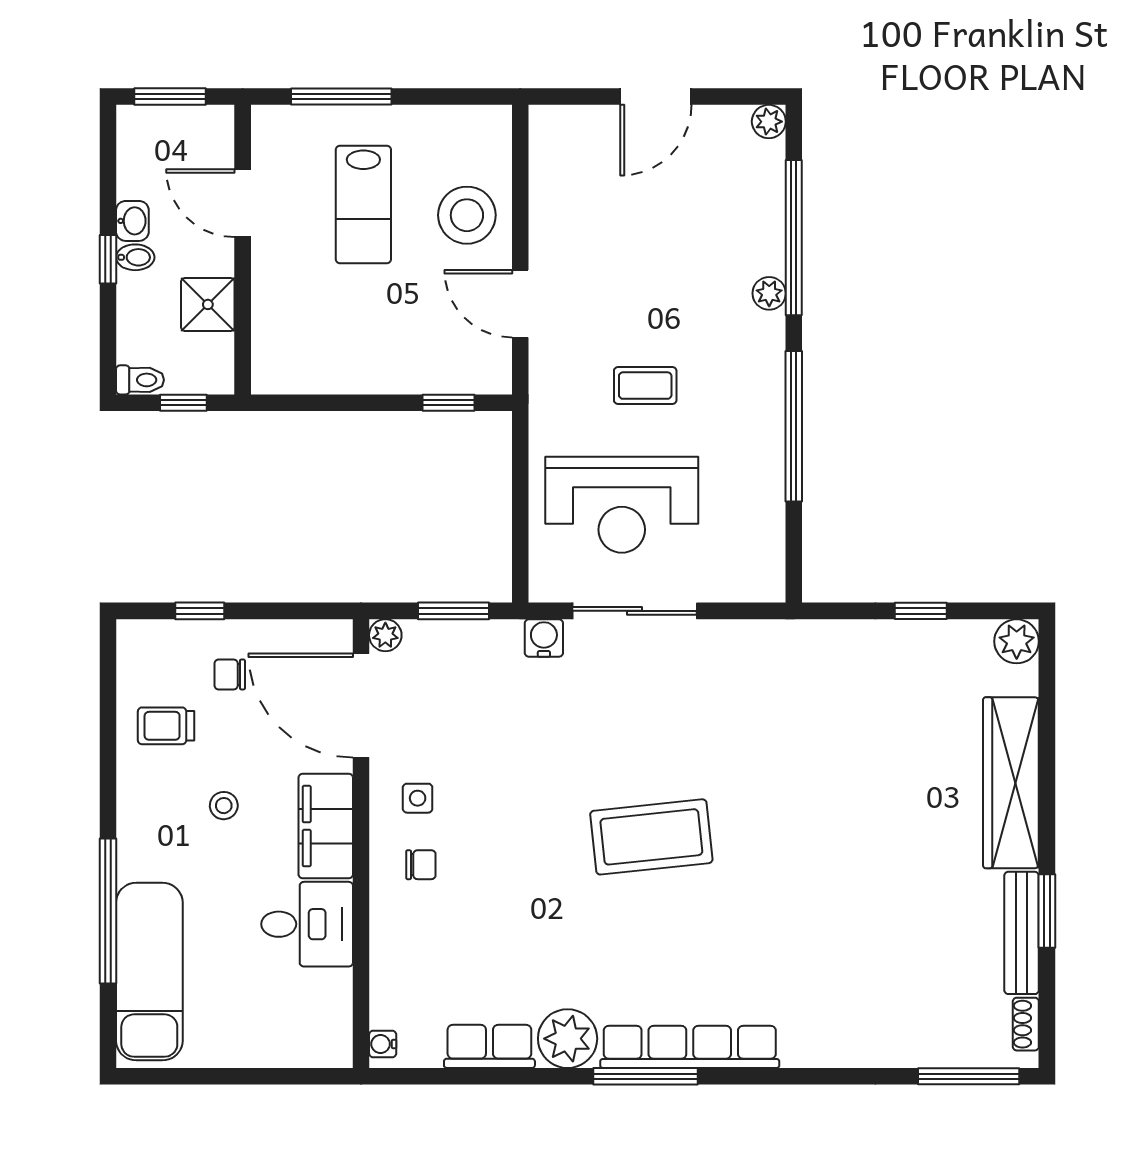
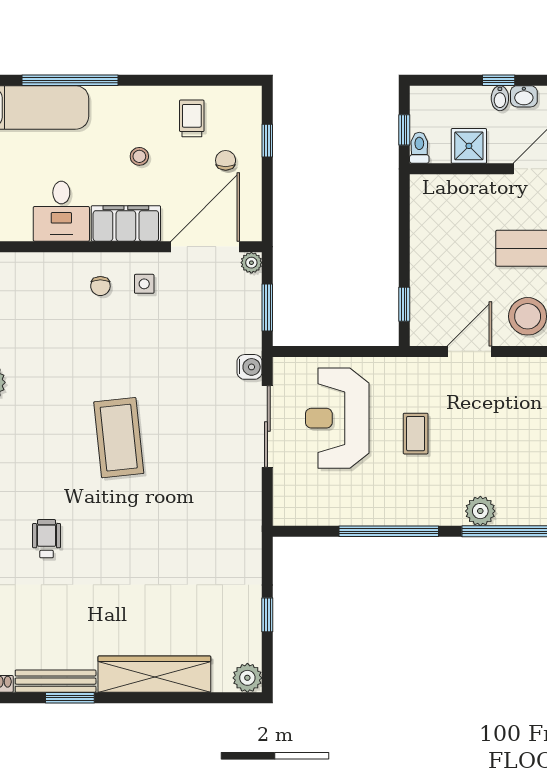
plant: (769, 293) -> (480, 511), width x1.38, depth x1.38
toilet: (140, 380) -> (419, 148), moved, turned 180
wheelchair: (805, 947) -> (47, 539), added

